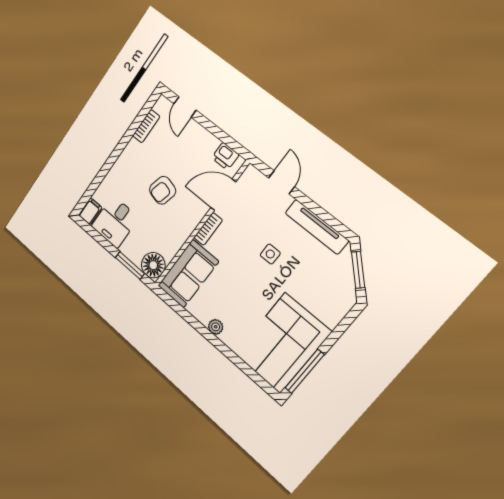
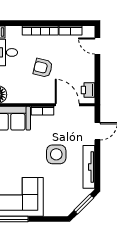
door: (185, 107) -> (97, 46), hinge flipped
bookcase: (122, 161) -> (40, 30), added
side table: (270, 254) -> (56, 154), width x1.87, depth x1.87

